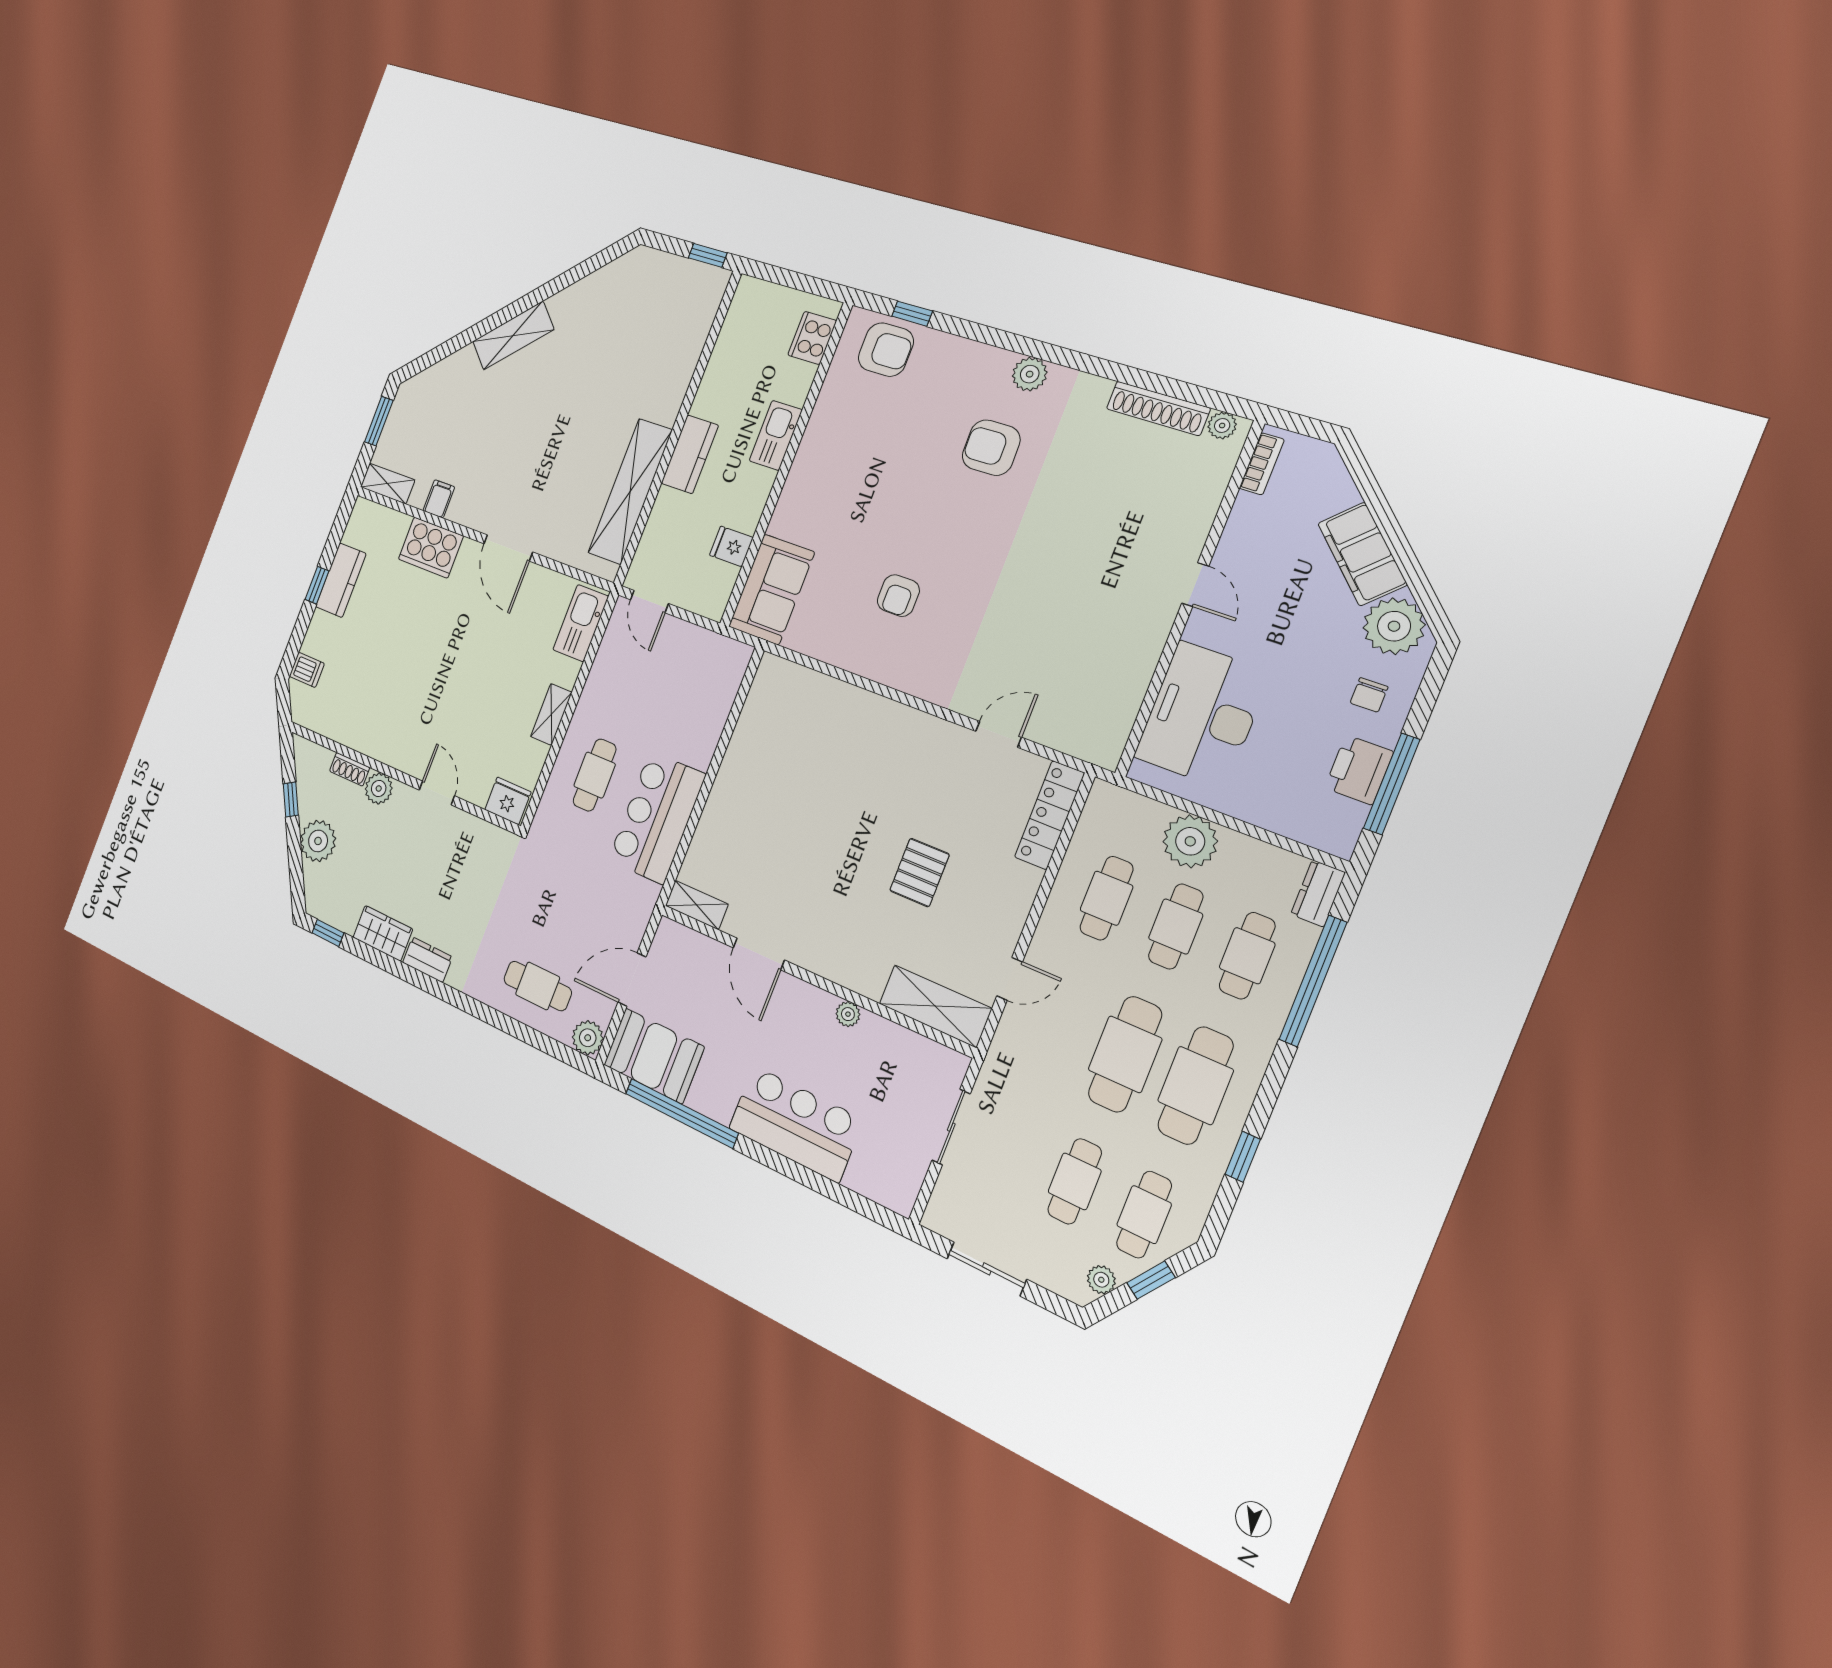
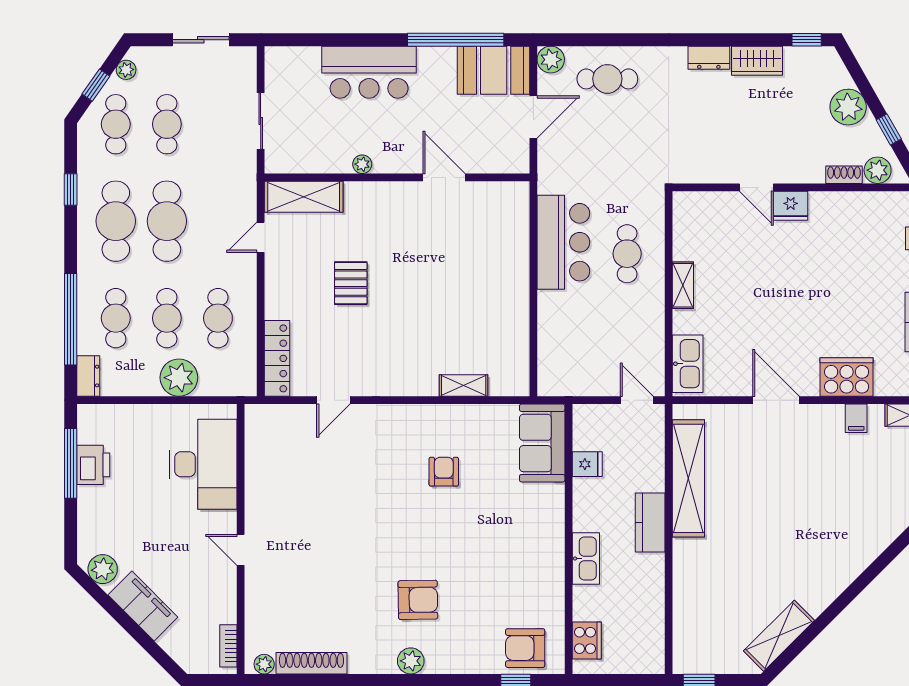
shelving: (513, 335) -> (779, 636), moved
plant: (1394, 626) -> (103, 569), width x0.73, depth x0.73
chair: (1369, 695) -> (105, 515), removed
plant: (379, 788) -> (878, 170), moved
fridge: (508, 801) -> (791, 206), moved
shelving: (697, 905) -> (464, 385), moved

